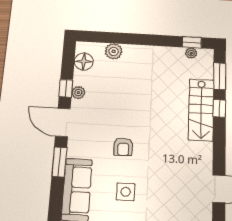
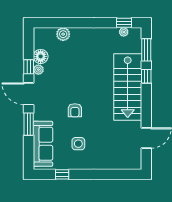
floor lamp: (84, 62) -> (41, 56), moved
stairs: (201, 110) -> (128, 87), width x1.36, depth x1.51

